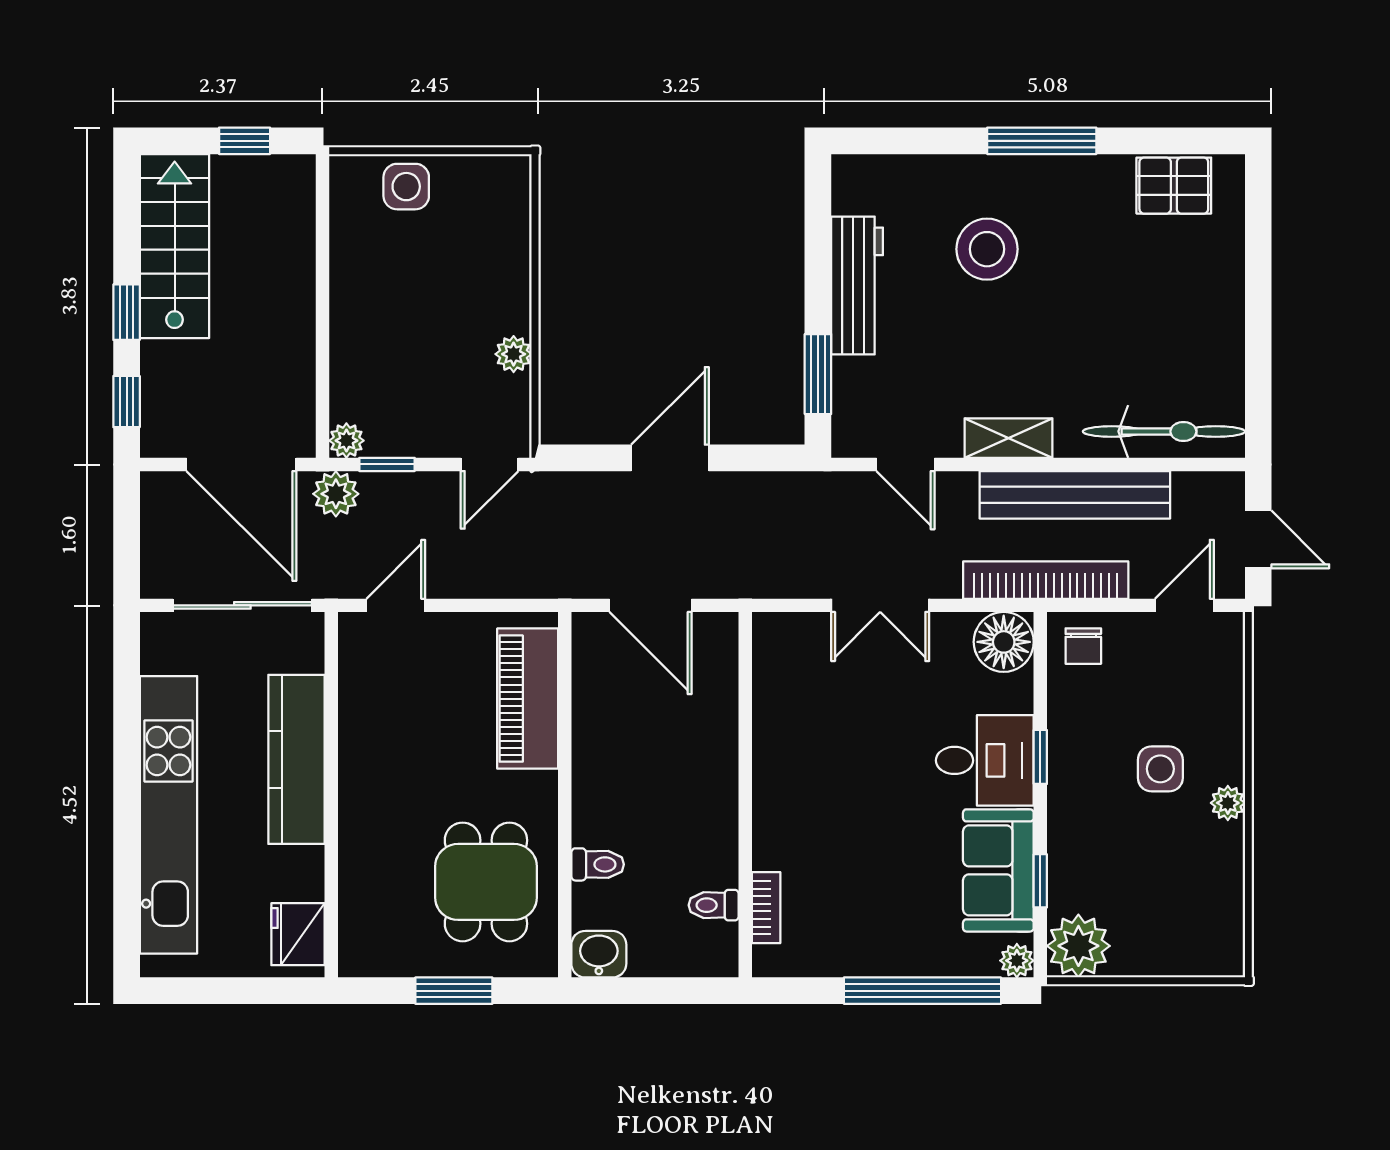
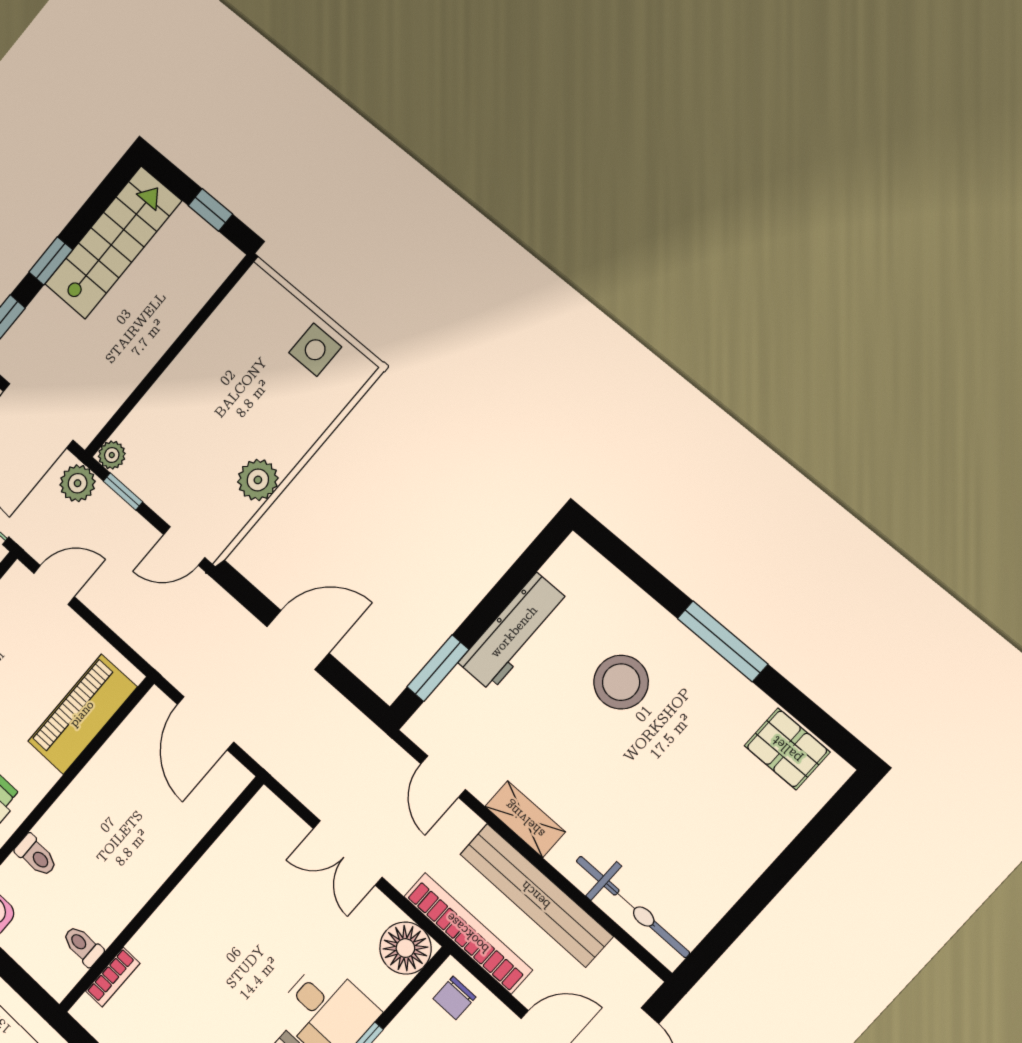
side table: (406, 187) -> (315, 350), moved
plant: (514, 354) -> (258, 480), width x1.38, depth x1.38

